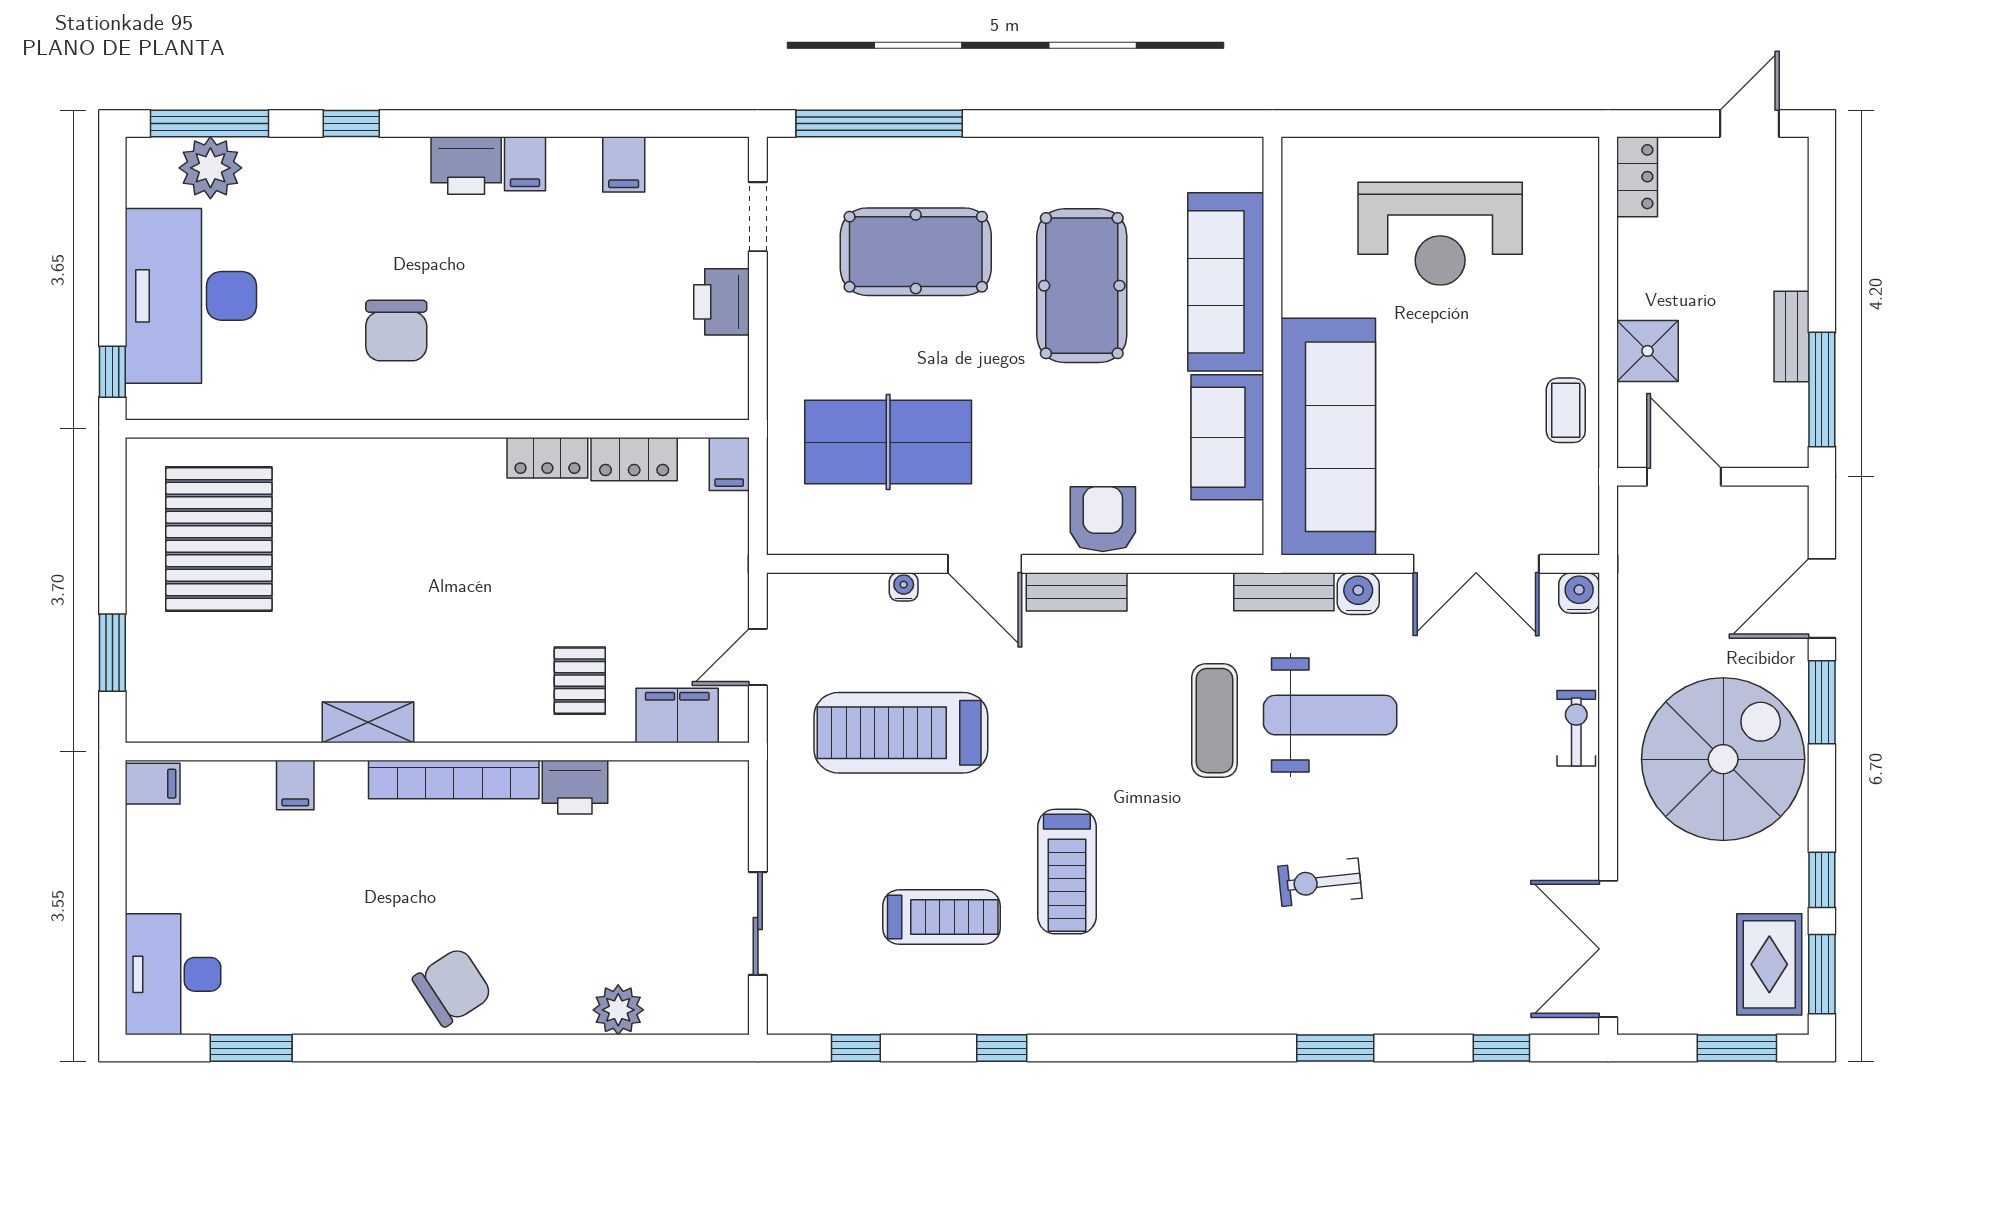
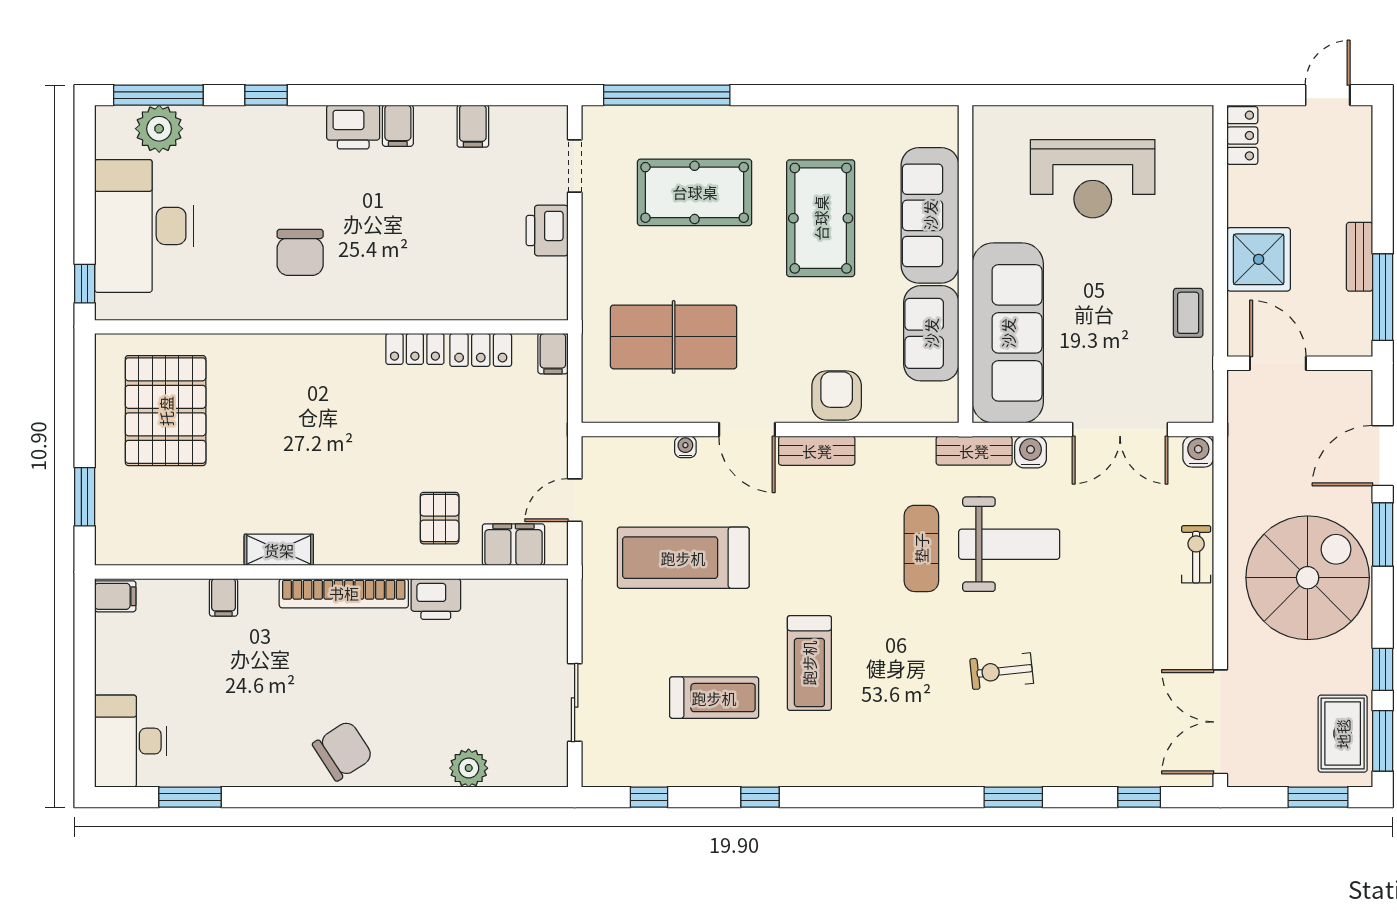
shower: (1648, 351) -> (1259, 259), width x1.36, depth x1.36

